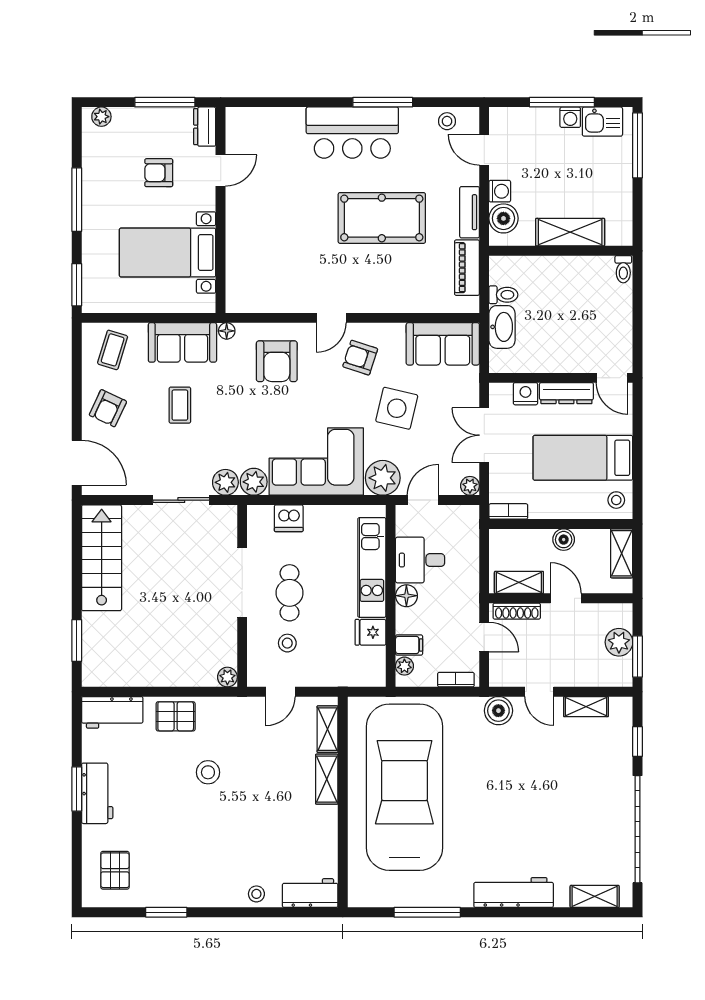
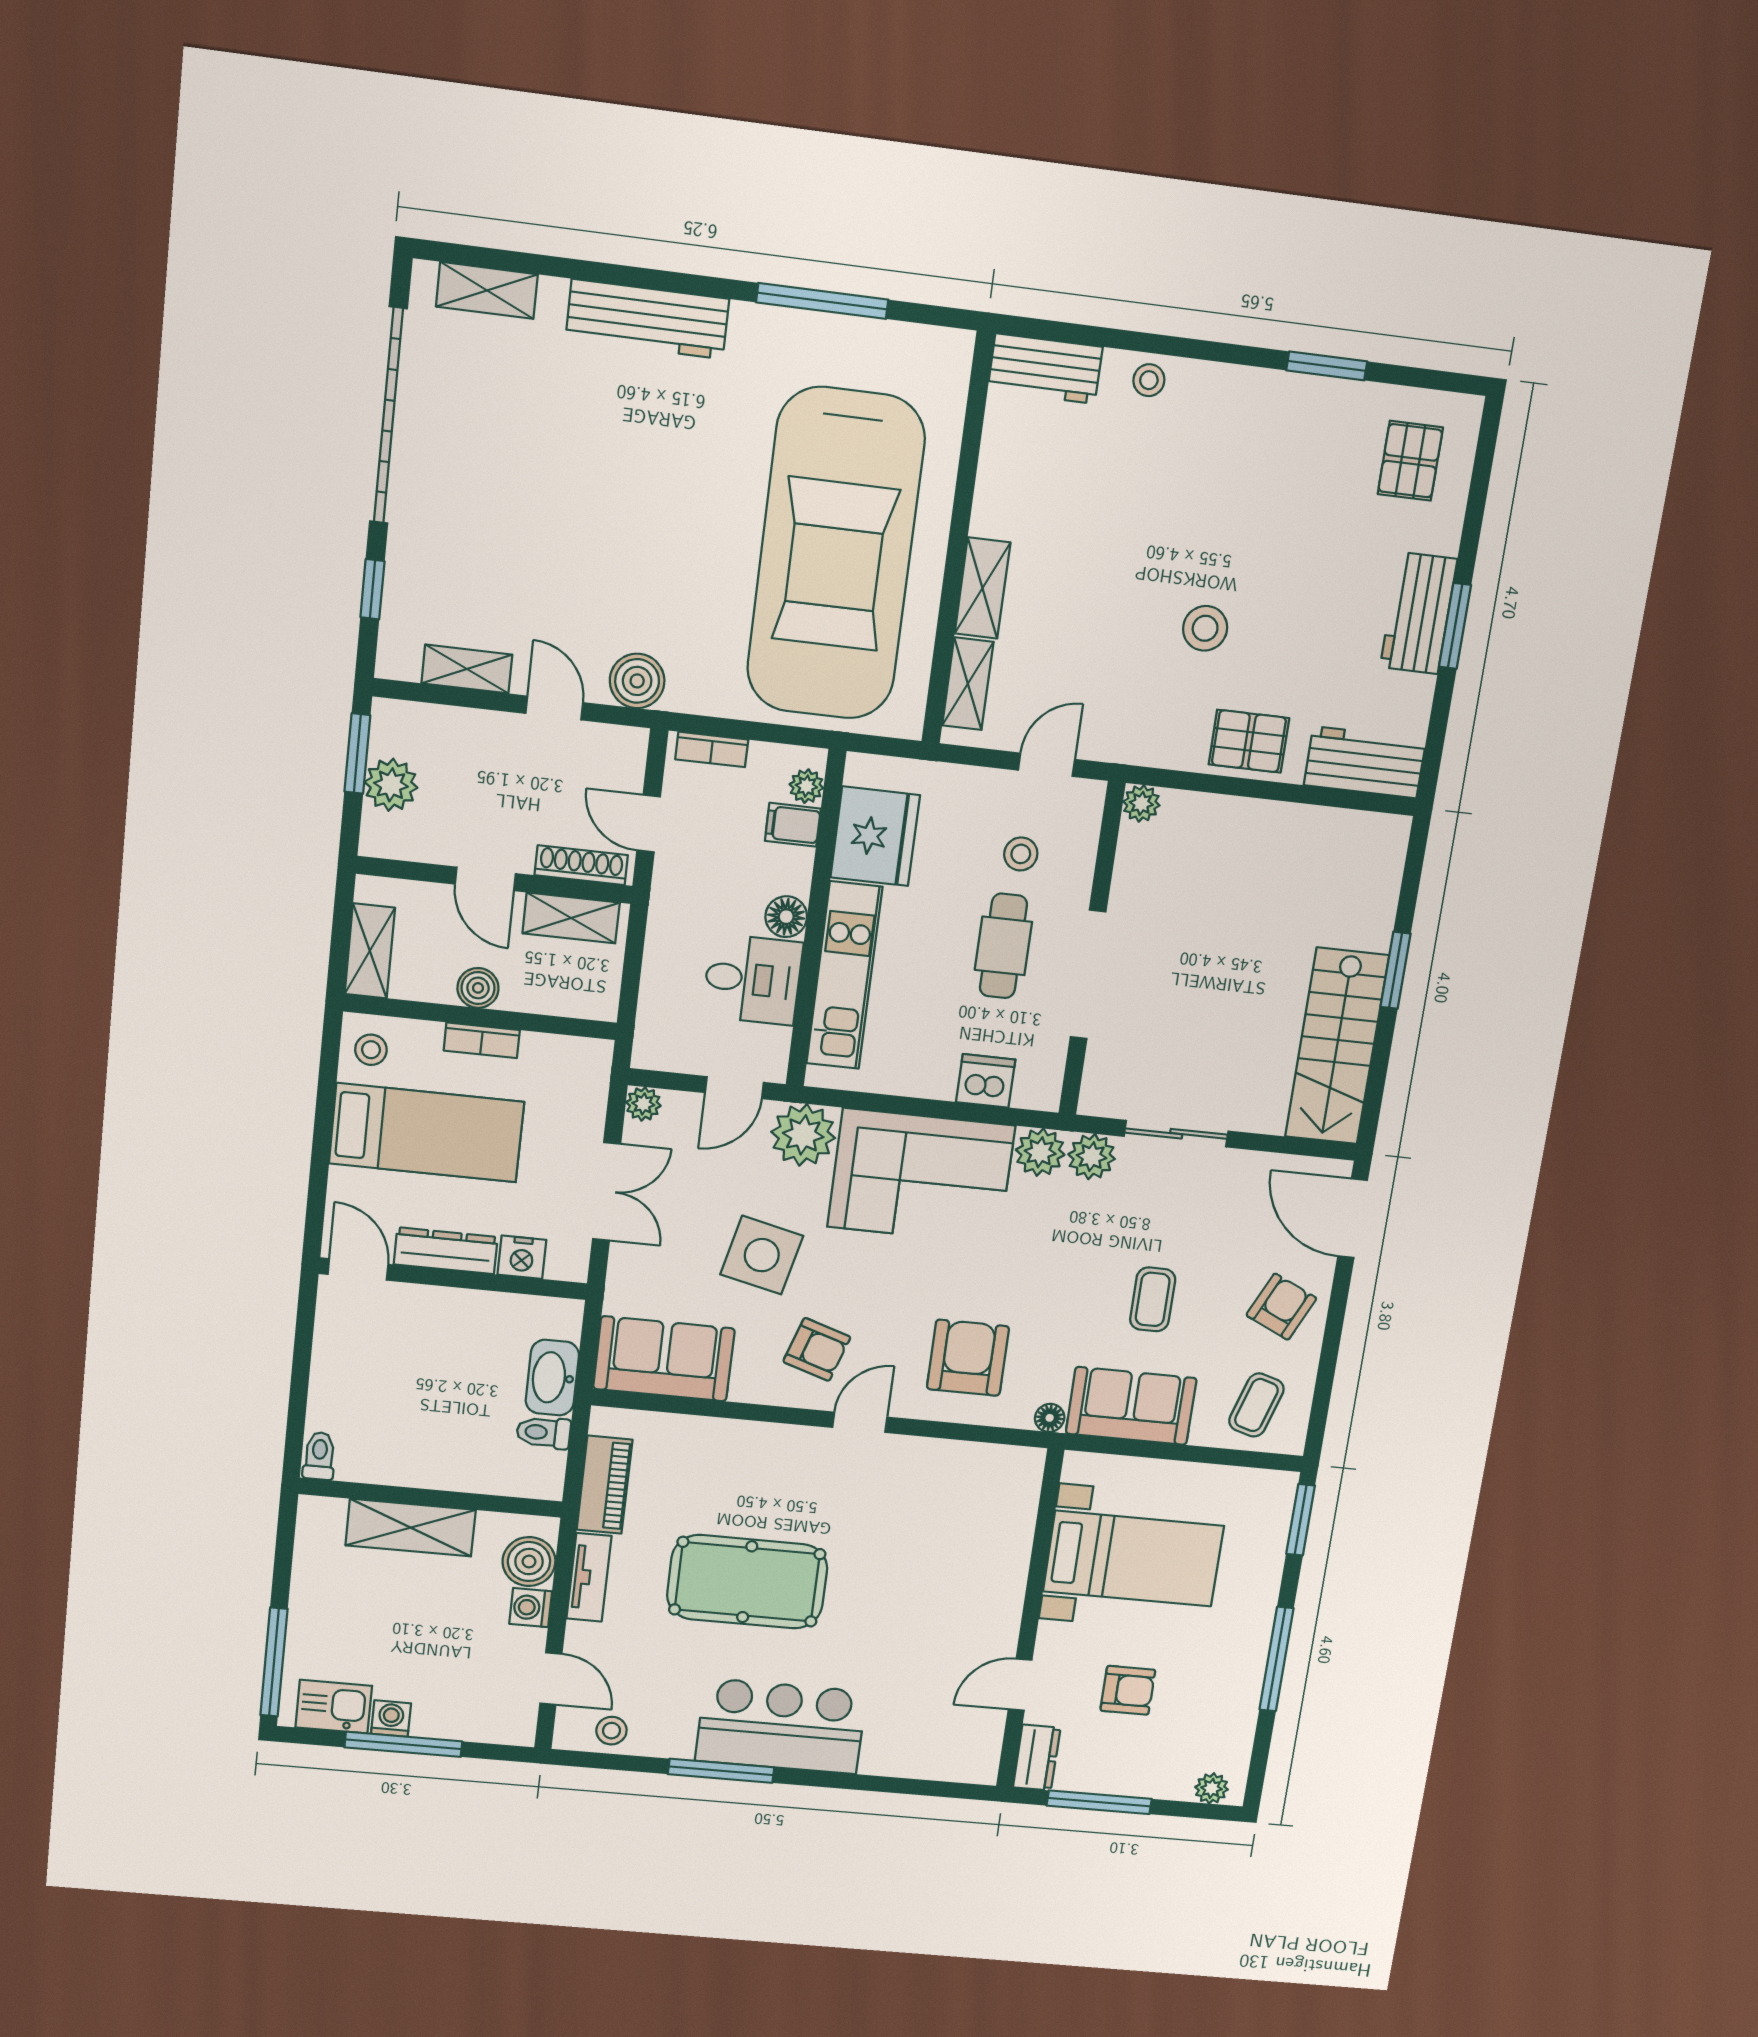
bookcase: (508, 511) -> (482, 1040), moved
fridge: (370, 632) -> (875, 836), width x1.88, depth x1.34
window: (77, 641) -> (1396, 970), moved

